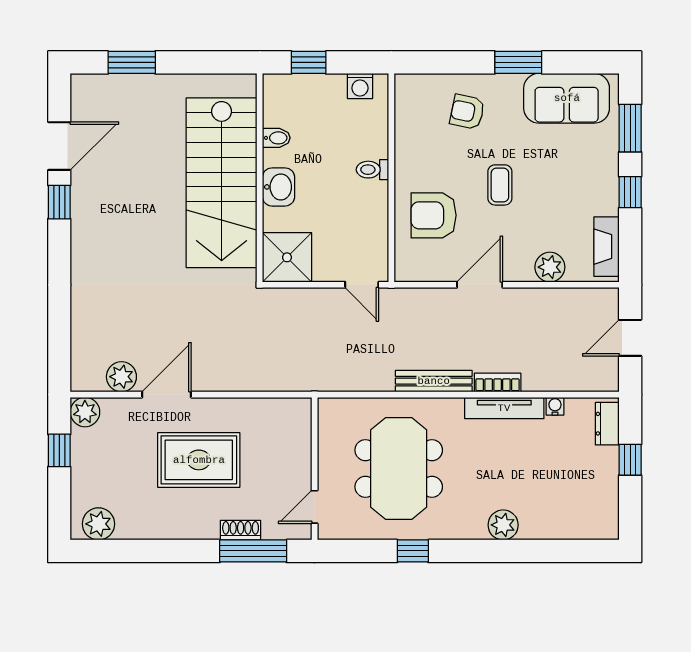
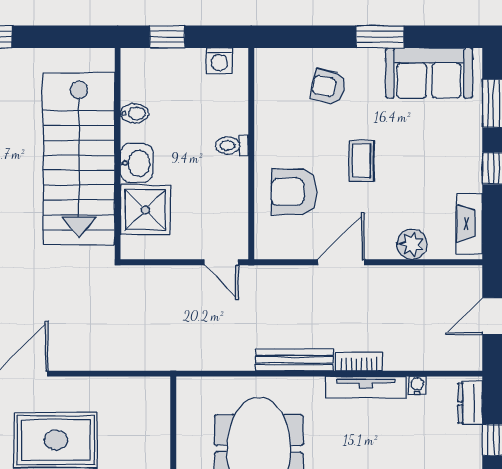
shower: (287, 257) -> (145, 210), moved

